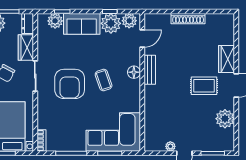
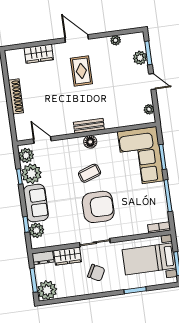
wardrobe: (226, 59) -> (39, 54), moved
bench: (150, 70) -> (89, 126), moved
floor lamp: (134, 72) -> (90, 142), moved
plant: (225, 119) -> (116, 40), width x0.53, depth x0.53
plant: (209, 144) -> (140, 58), added
plant: (170, 146) -> (149, 109), moved

